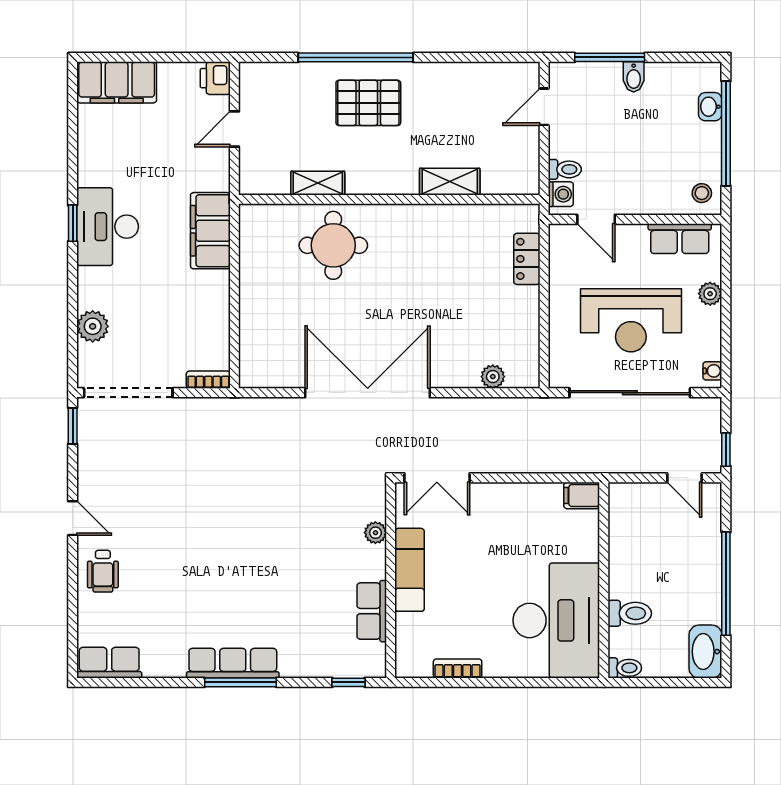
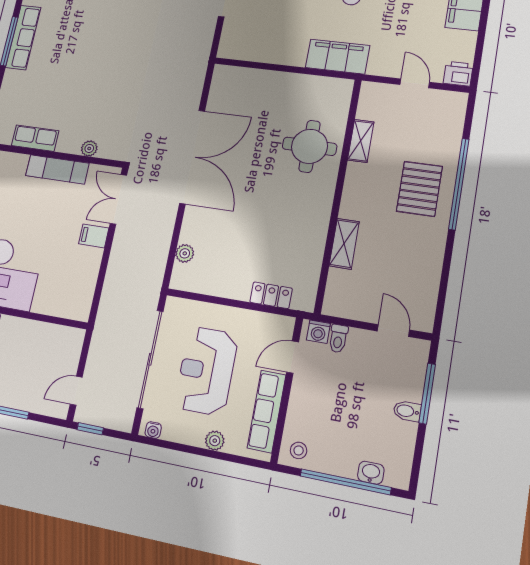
row of seats: (680, 239) -> (267, 411), width x1.48
bookcase: (208, 380) -> (226, 43), removed
filing cabinet: (582, 495) -> (94, 236), moved, turned -90

